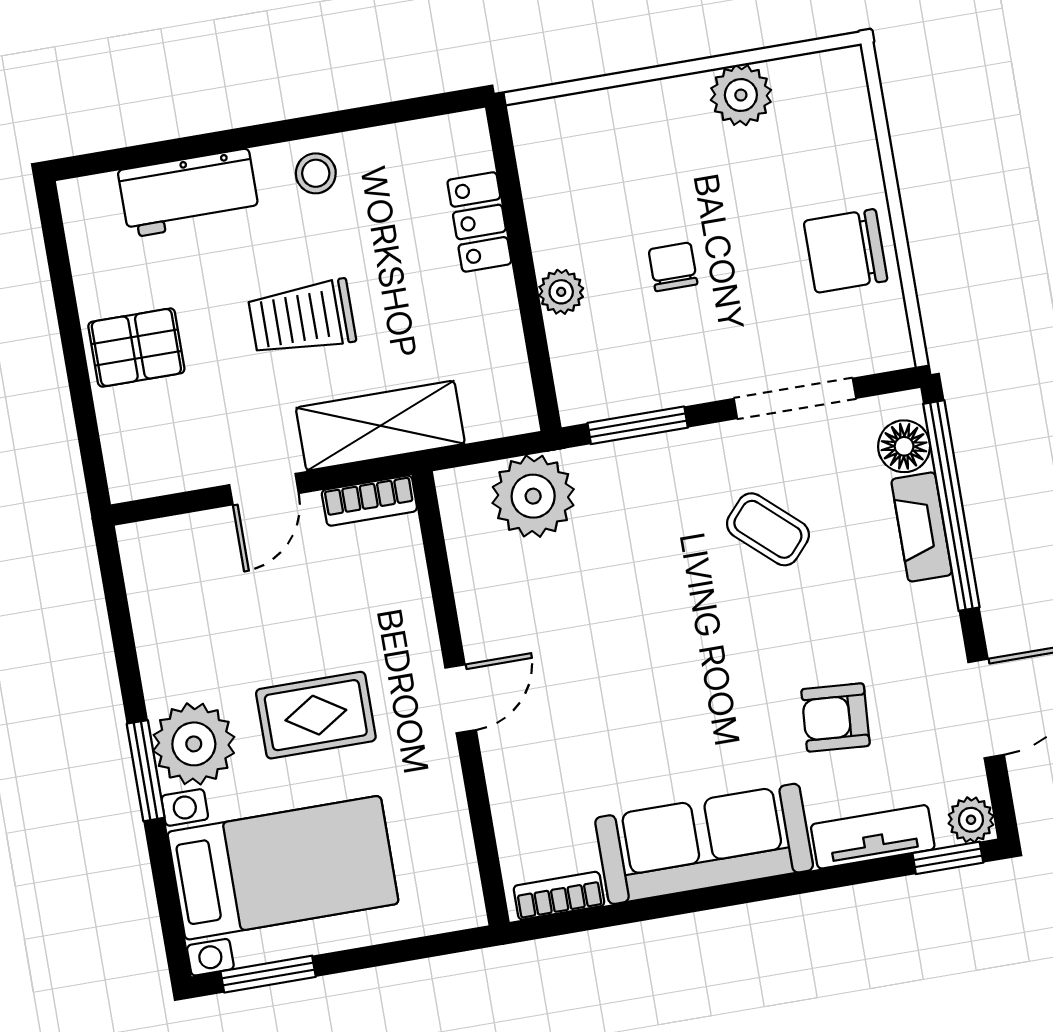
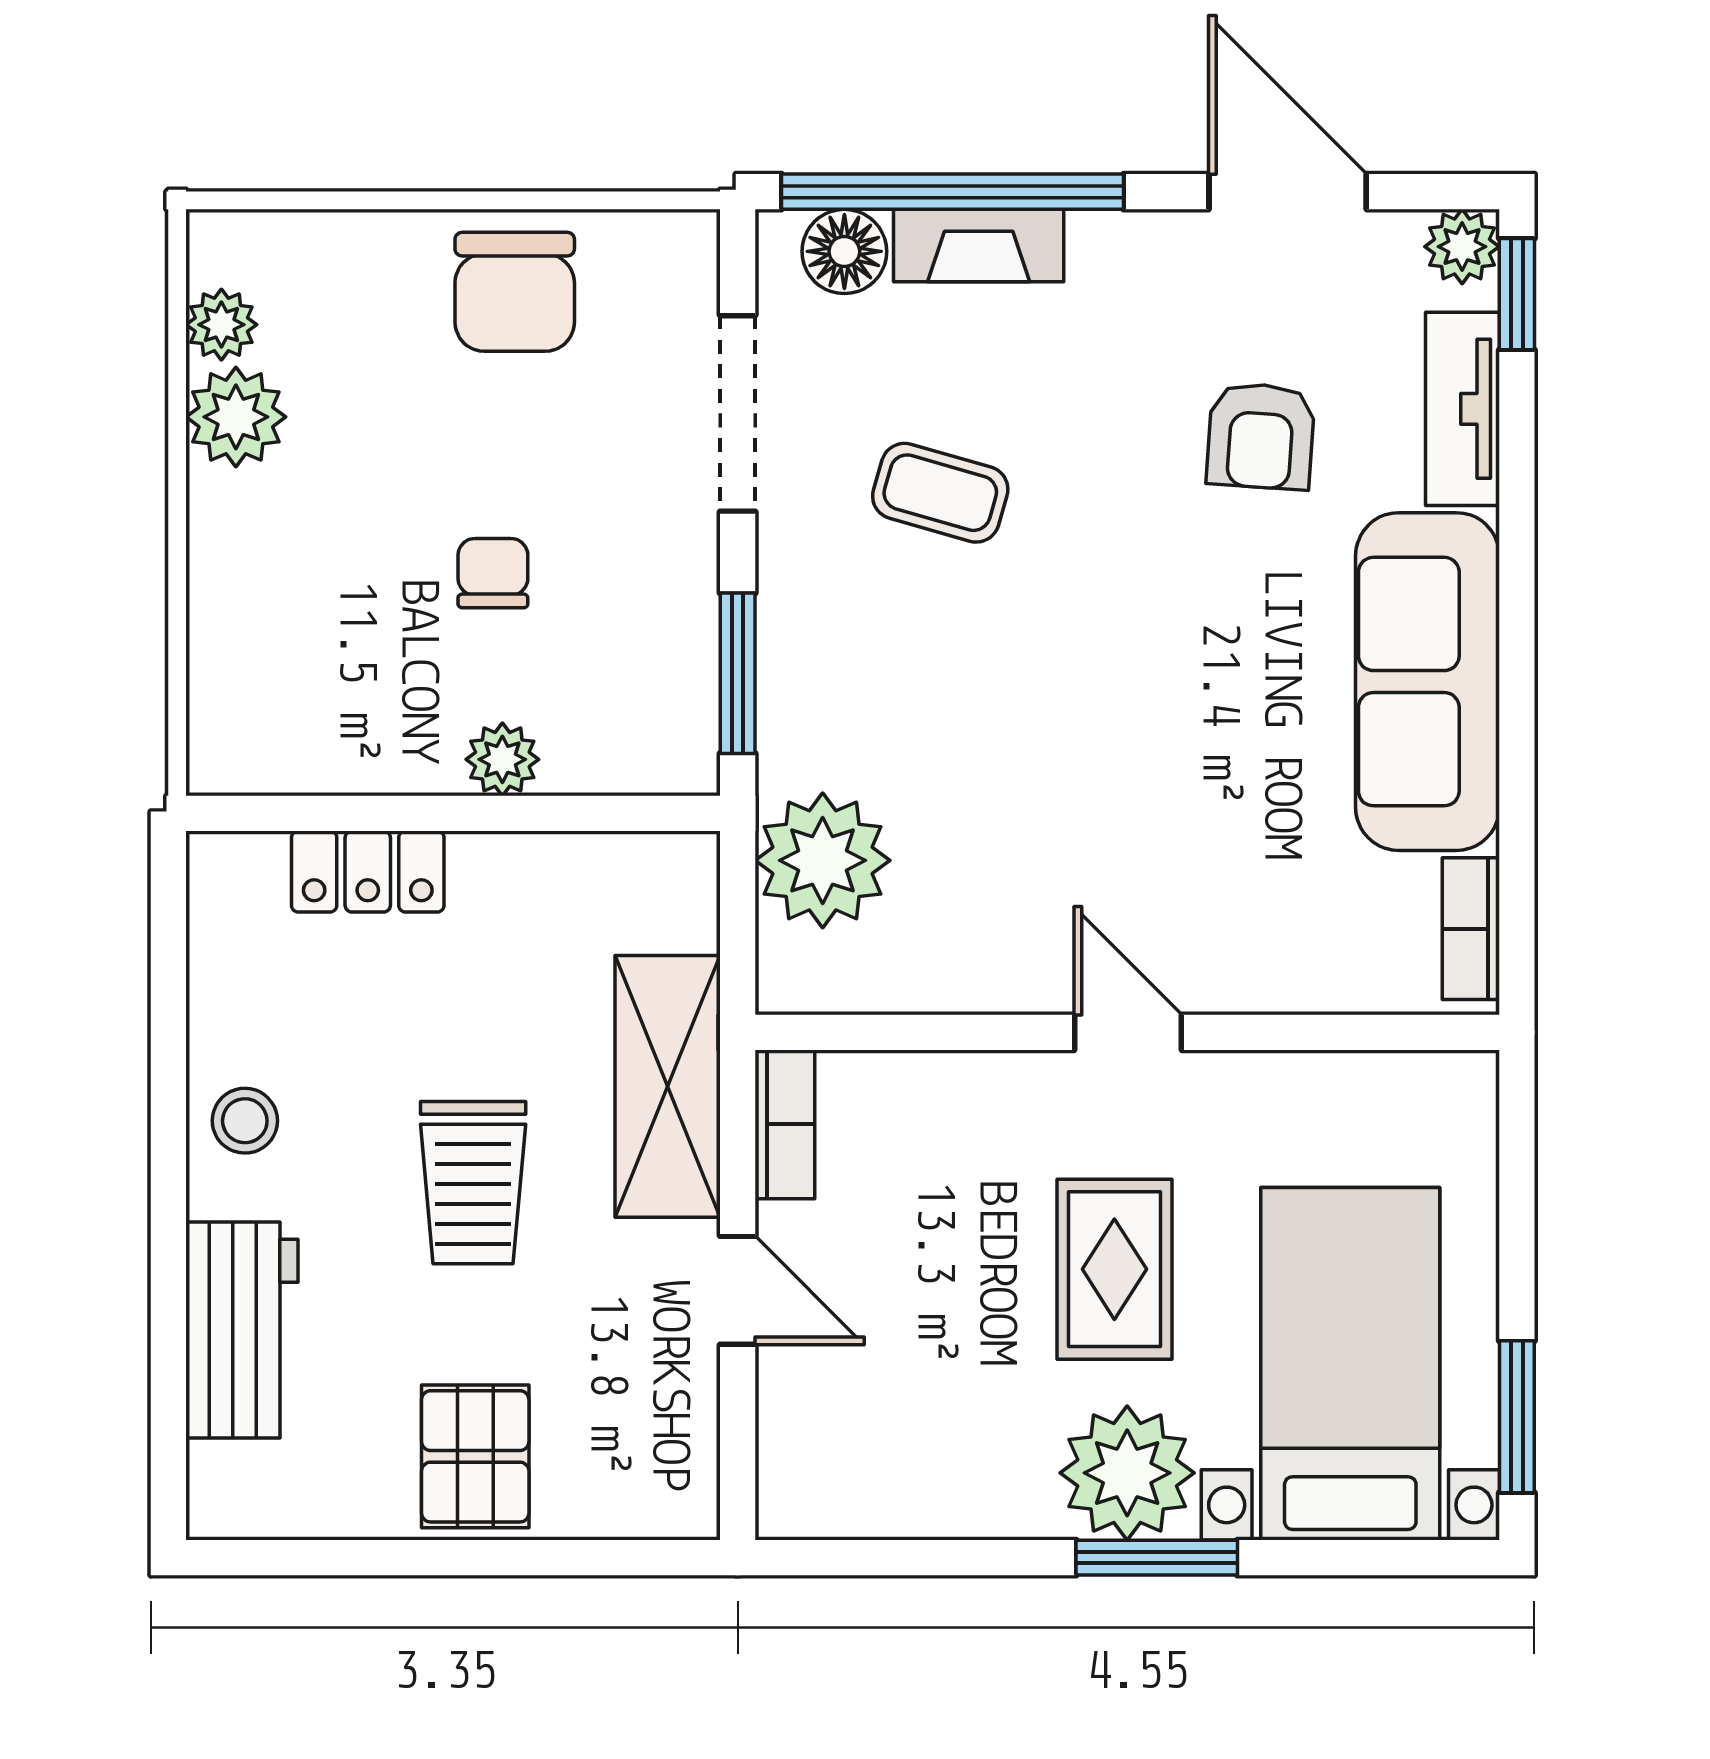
plant: (795, 77) -> (221, 325), added
chair: (673, 267) -> (493, 573), turned 90
coffee table: (768, 529) -> (940, 493), turned 64

